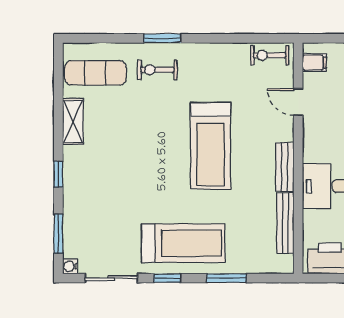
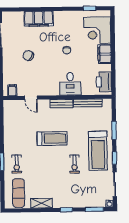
exercise bike: (270, 55) -> (74, 164), moved
door: (298, 102) -> (31, 98), hinge flipped
treadmill: (211, 146) -> (52, 139), width x0.73, depth x0.73
treadmill: (183, 243) -> (98, 151), turned 180

